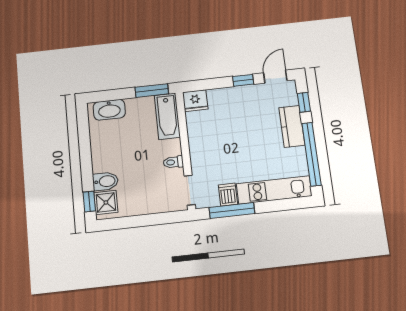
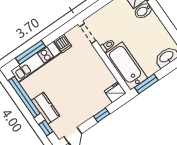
window: (243, 80) -> (102, 115), moved
bathtub: (167, 116) -> (126, 66), width x1.36, depth x1.36
window: (232, 211) -> (30, 52), moved

